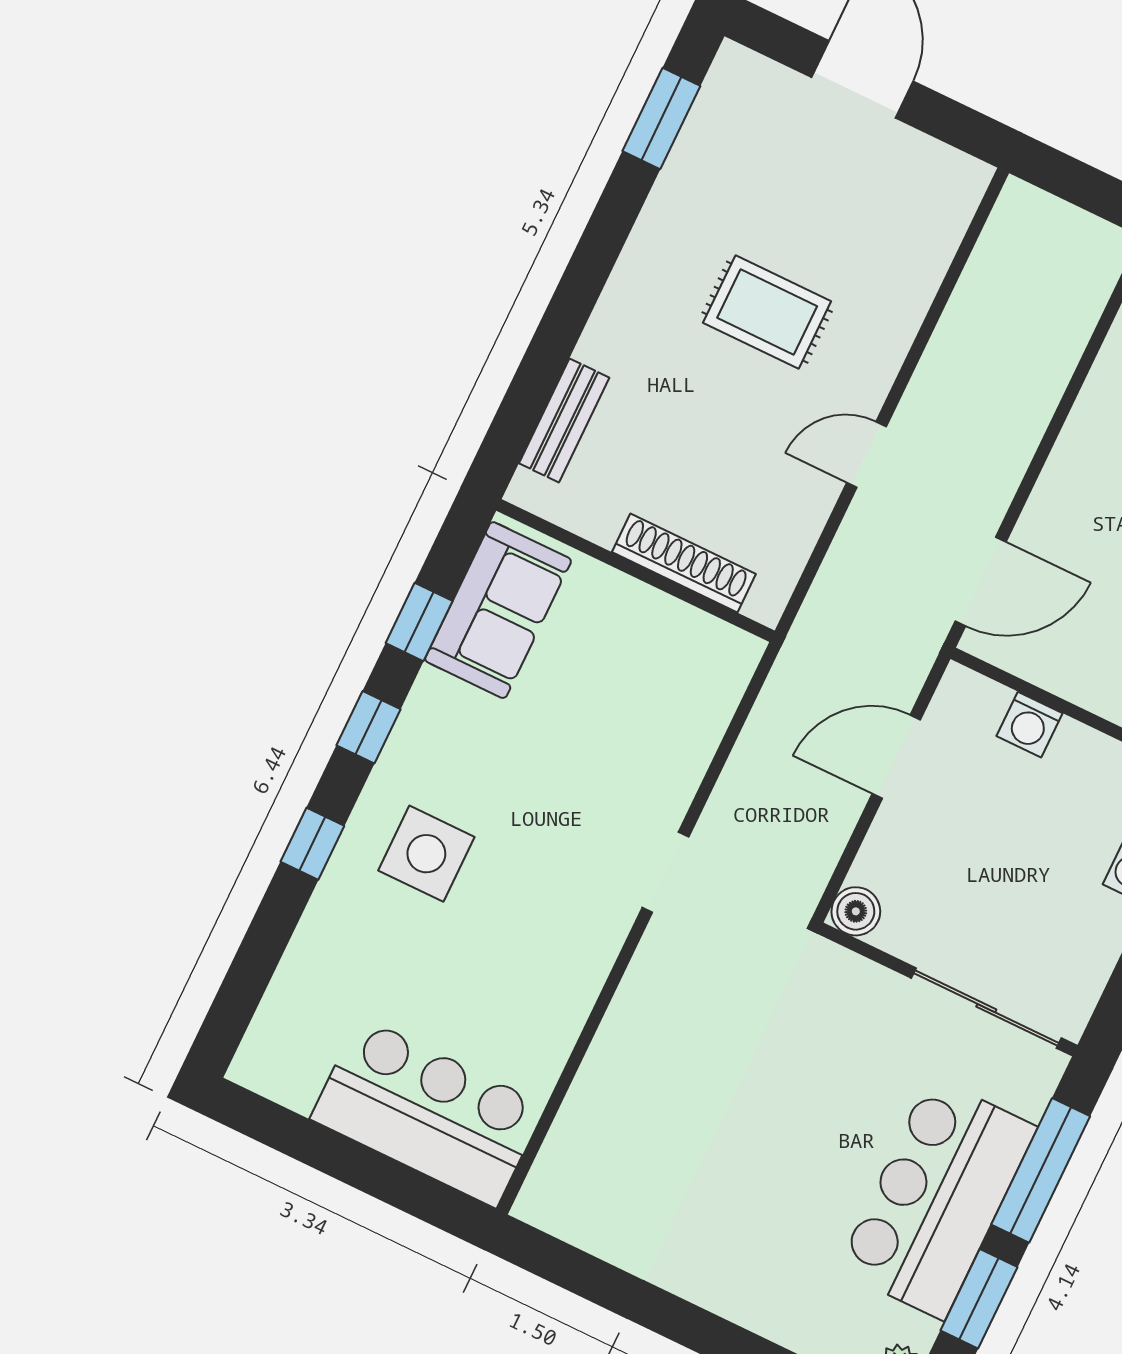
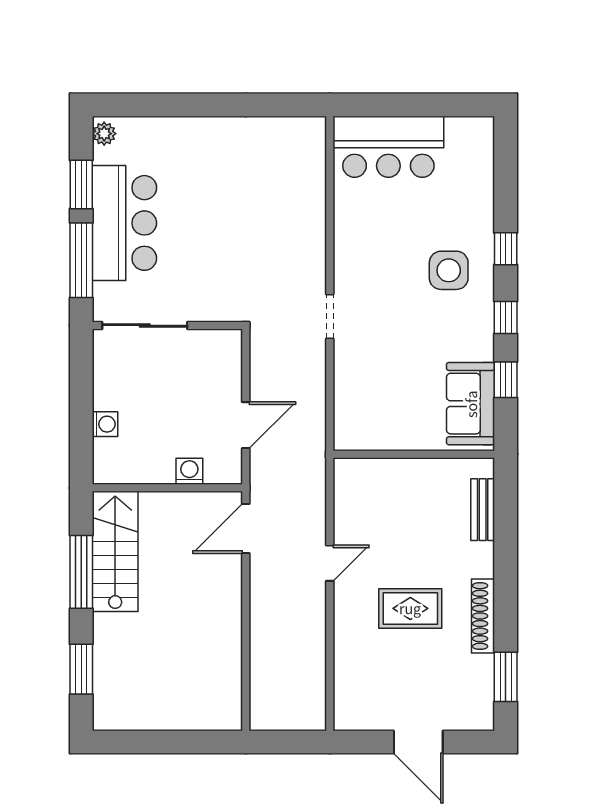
shoe rack: (684, 563) -> (483, 616), moved, turned 90
boiler: (856, 911) -> (230, 342), removed

